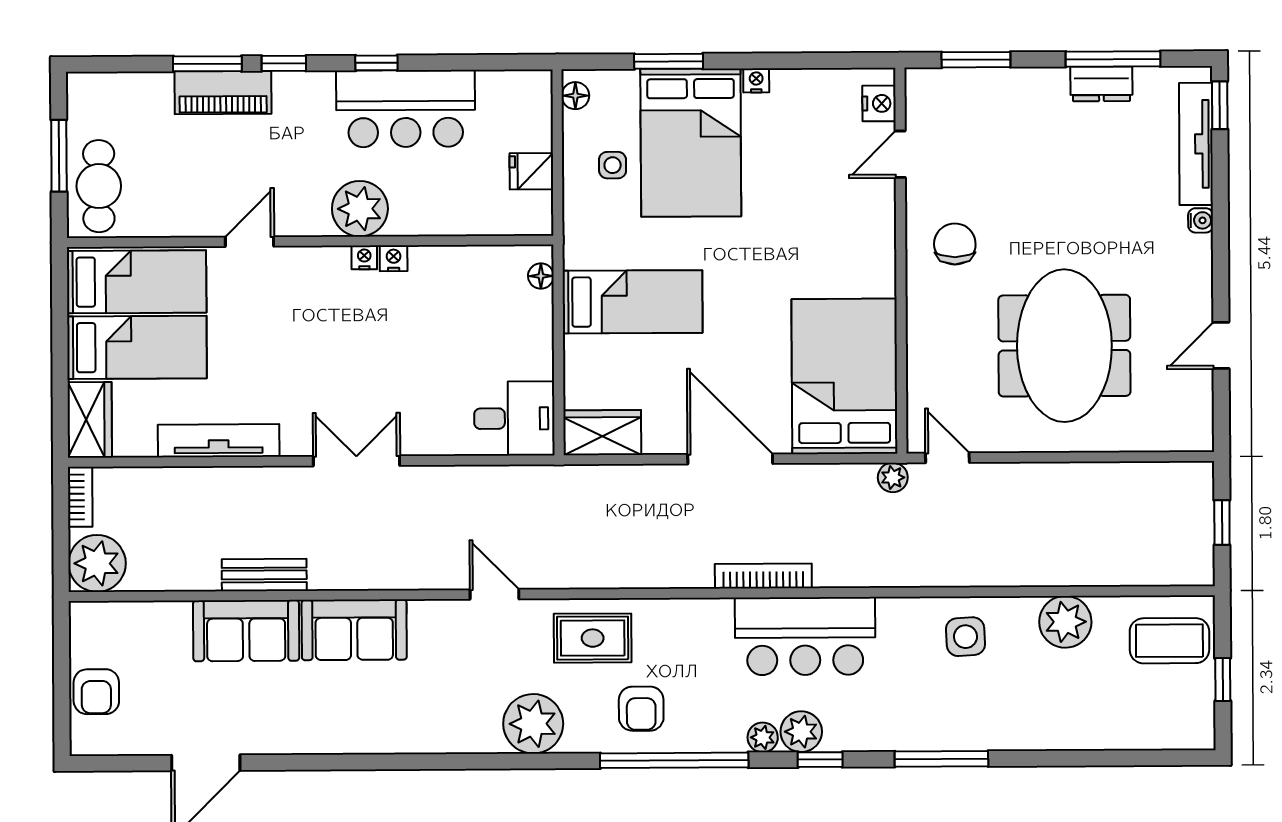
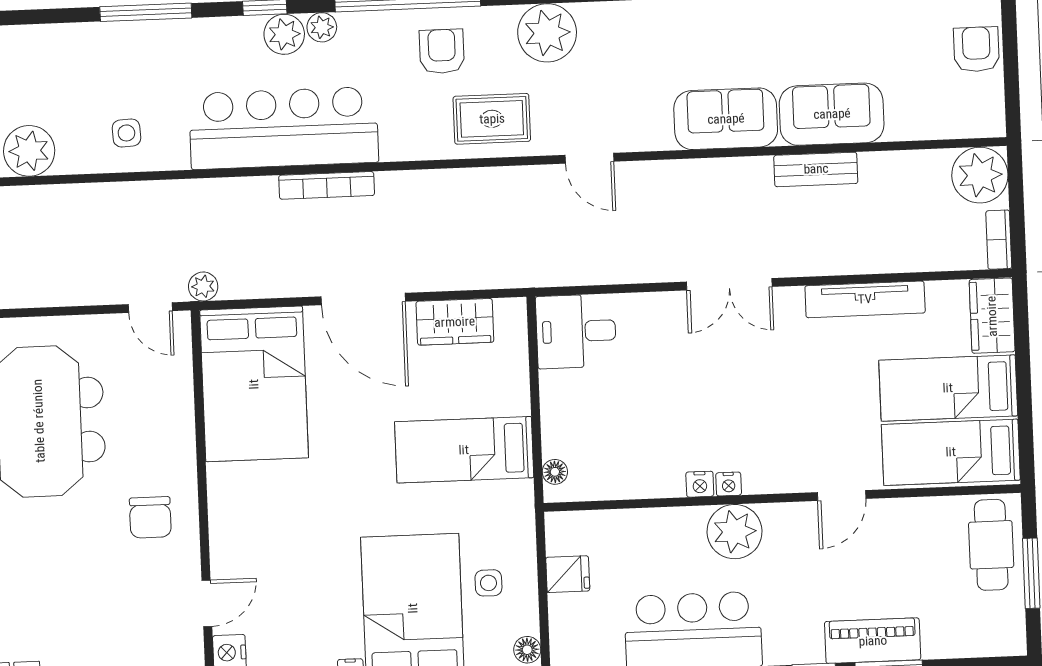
wardrobe: (602, 433) -> (455, 322), moved
bar counter: (805, 636) -> (284, 128), width x1.36
side table: (965, 637) -> (126, 133), width x0.73, depth x0.73

